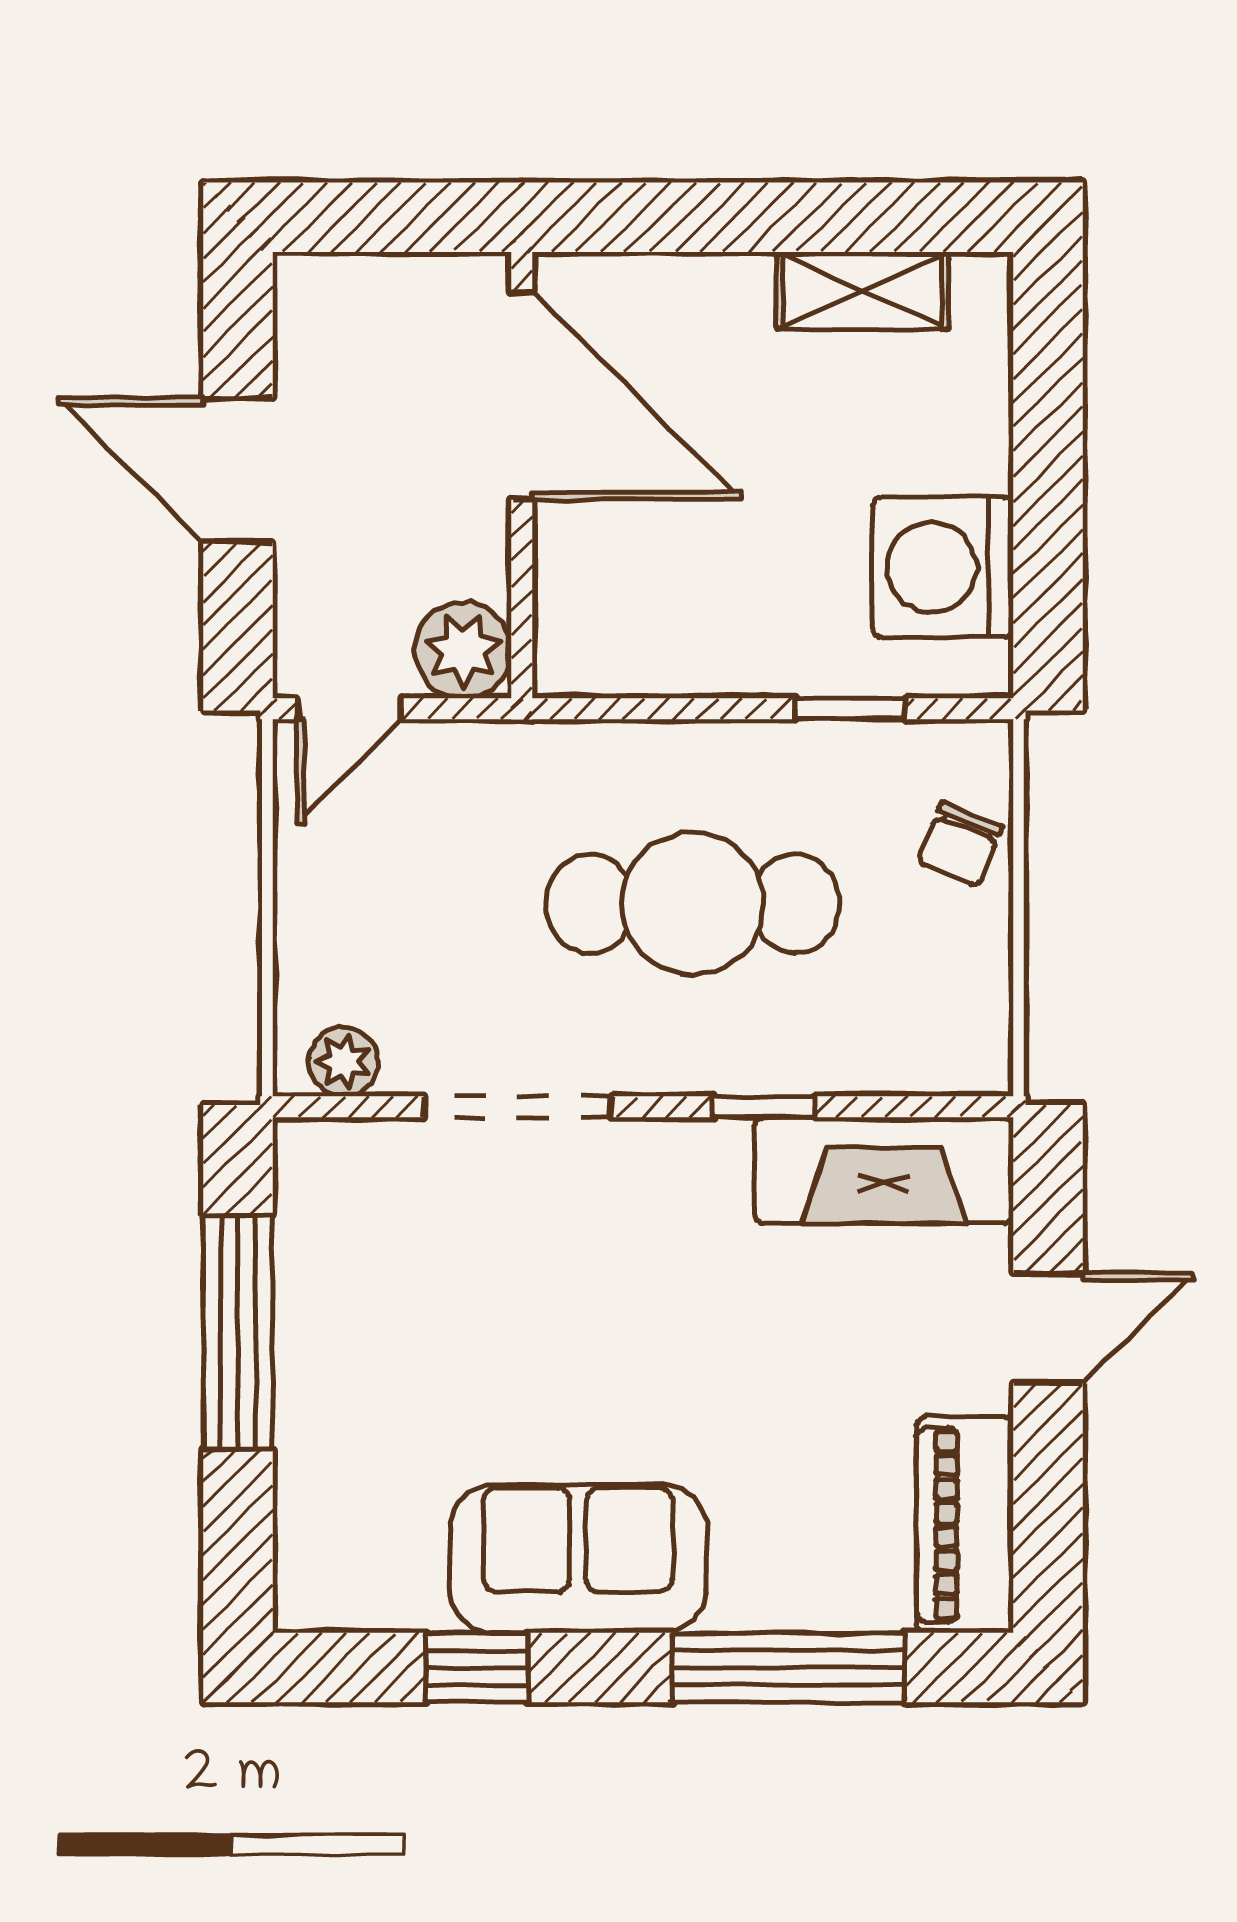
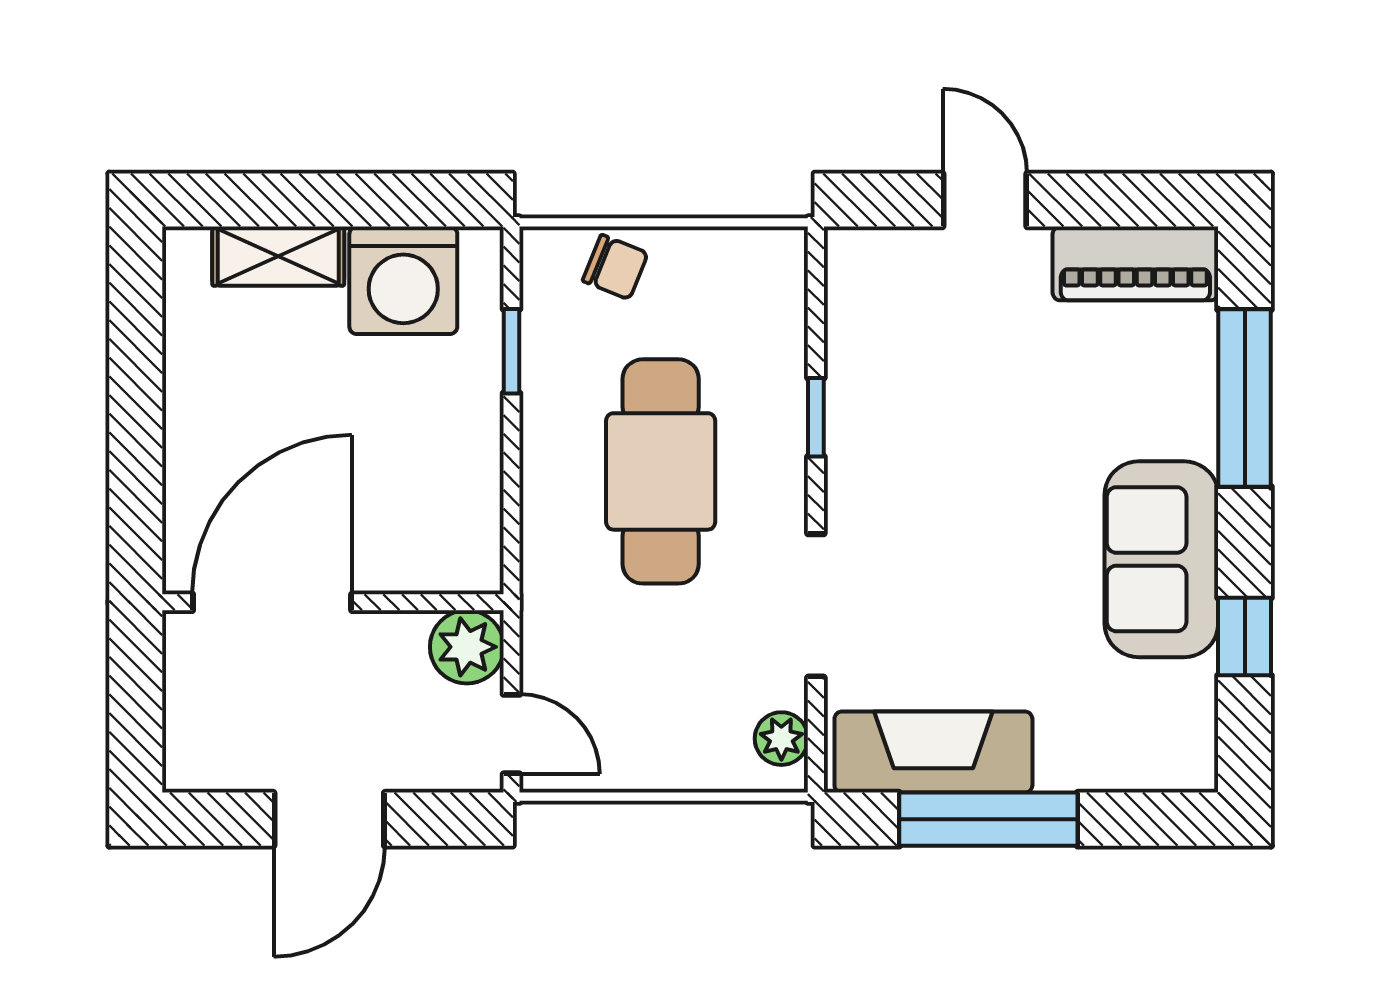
shelving: (863, 291) -> (278, 256), moved, turned 90
fireplace: (884, 1170) -> (933, 752), moved, turned -90

